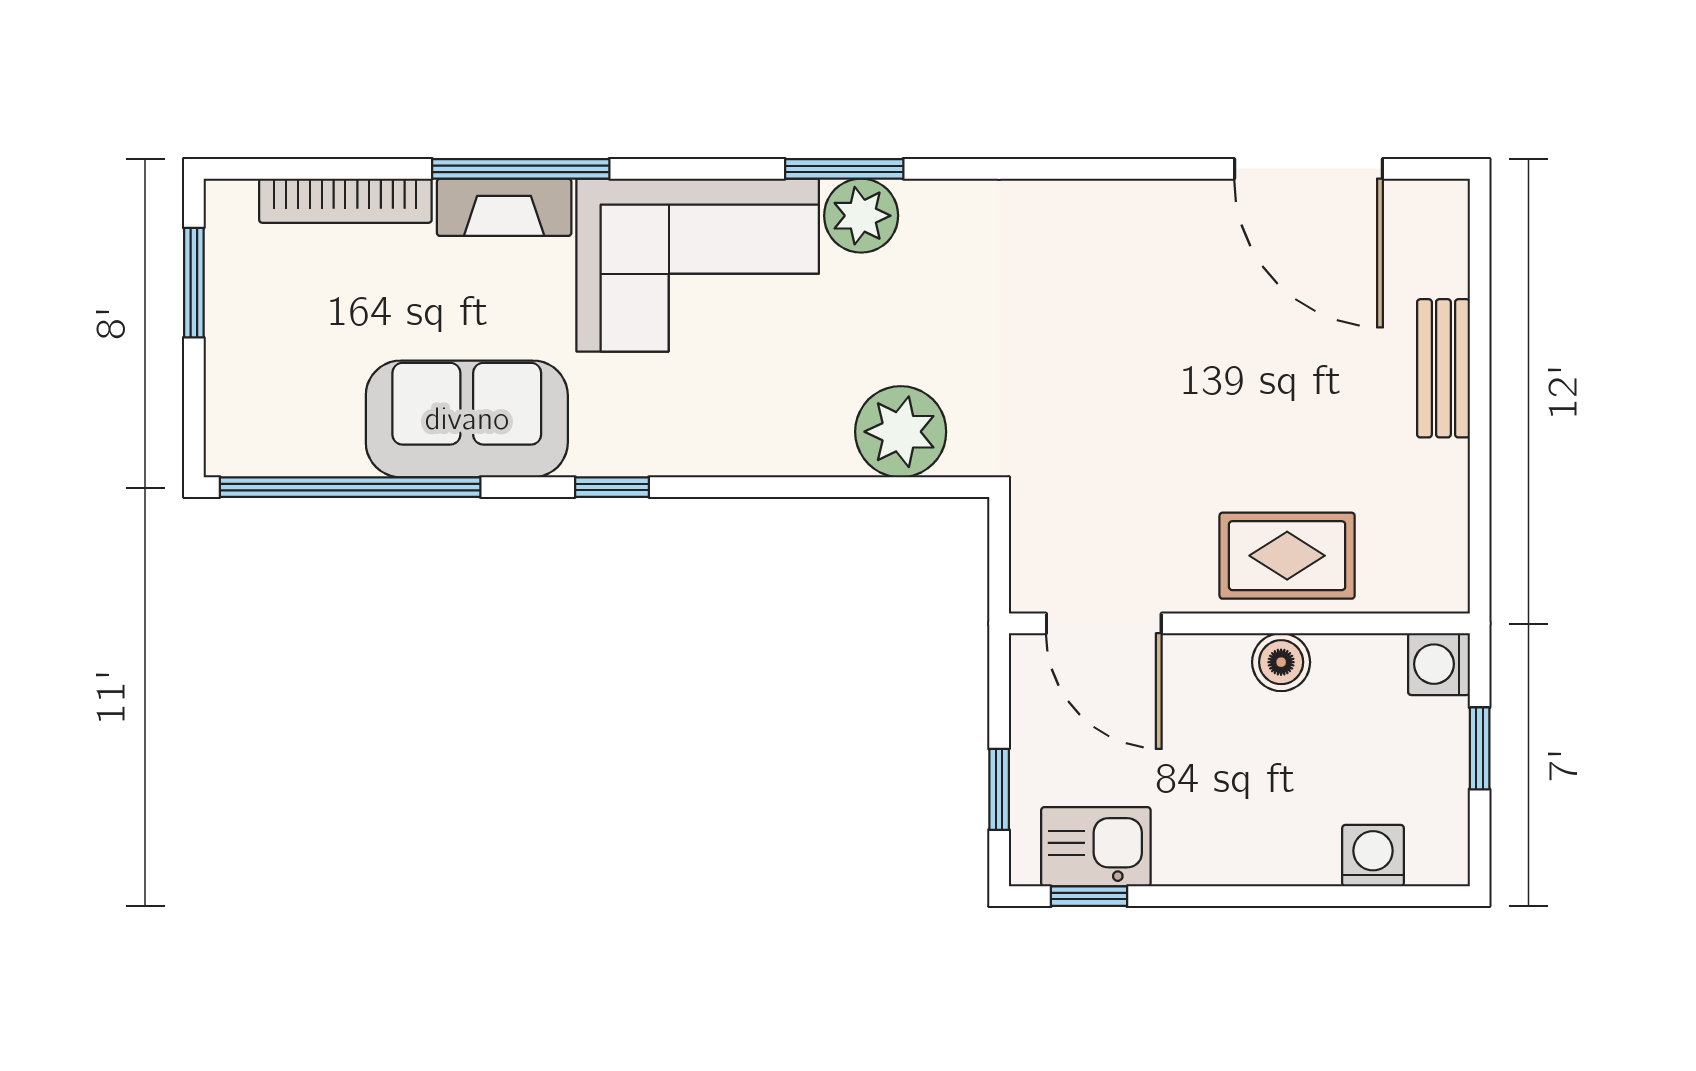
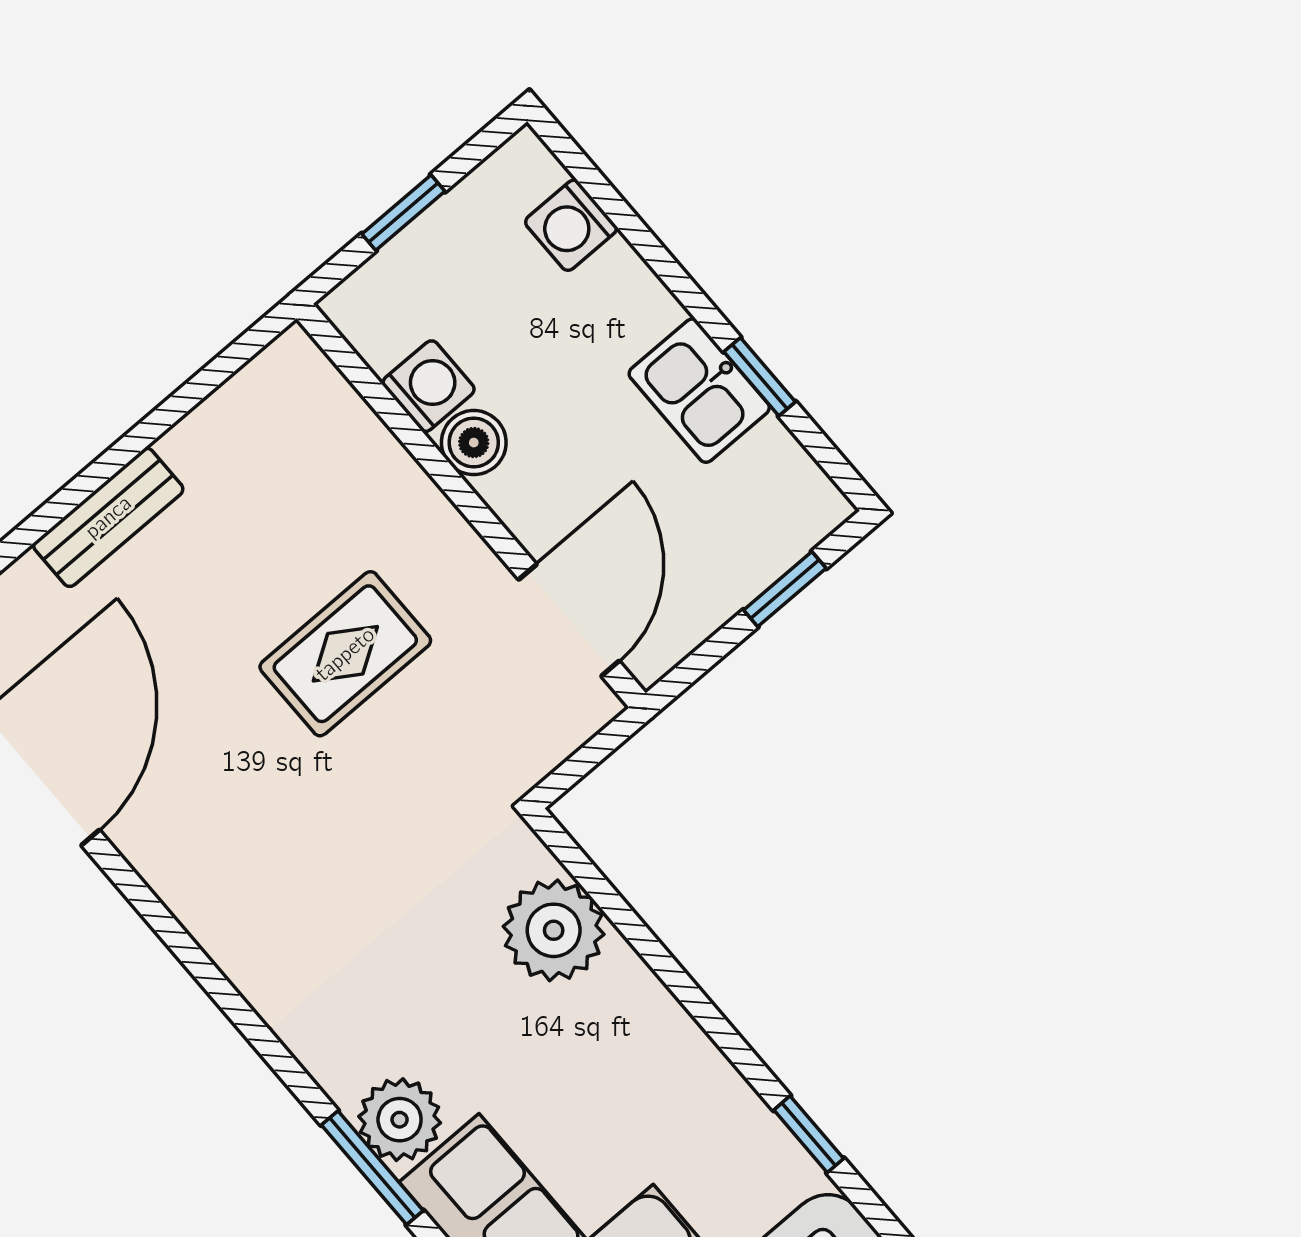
rug: (1287, 556) -> (345, 654), moved, turned 90
washing machine: (1439, 664) -> (428, 386), moved, turned -90
kitchen sink: (1096, 847) -> (699, 391), moved
window: (1089, 896) -> (760, 377), moved

